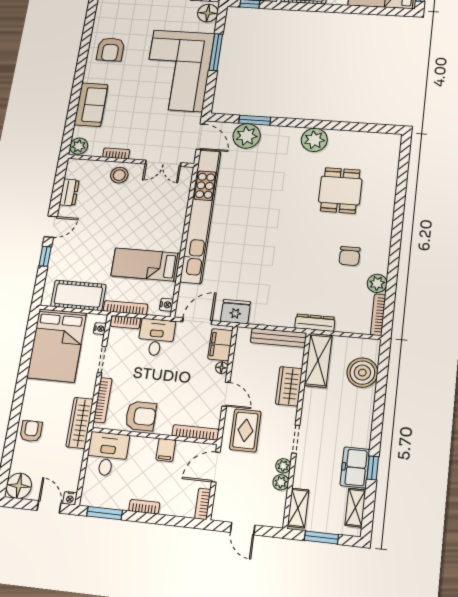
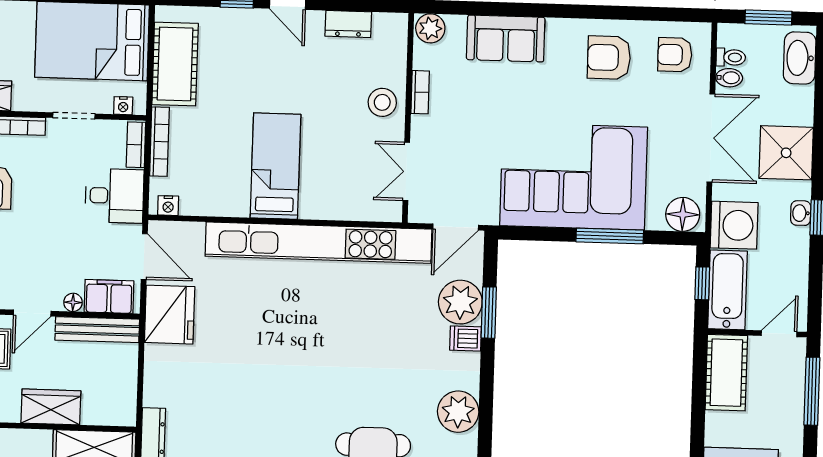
armchair: (114, 15) -> (675, 55), added
dishwasher: (269, 134) -> (465, 338), added
bed: (146, 265) -> (275, 166), moved
fridge: (235, 312) -> (170, 315), width x1.36, depth x1.34
bench: (278, 338) -> (97, 330), moved, turned 90

